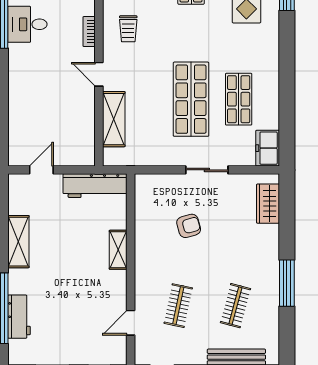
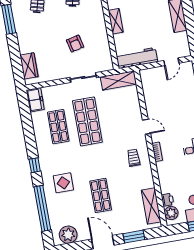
window: (287, 45) -> (35, 165), added
shelving: (114, 119) -> (118, 81), moved, turned 90
sliding door: (207, 170) -> (83, 77), moved
armchair: (189, 226) -> (75, 44), turned -87

